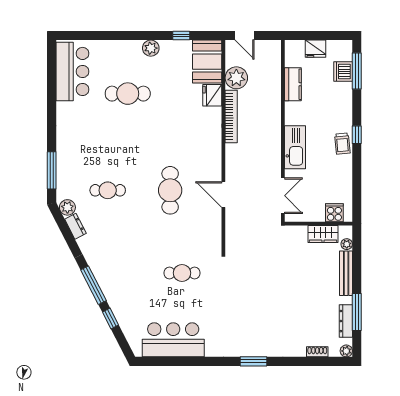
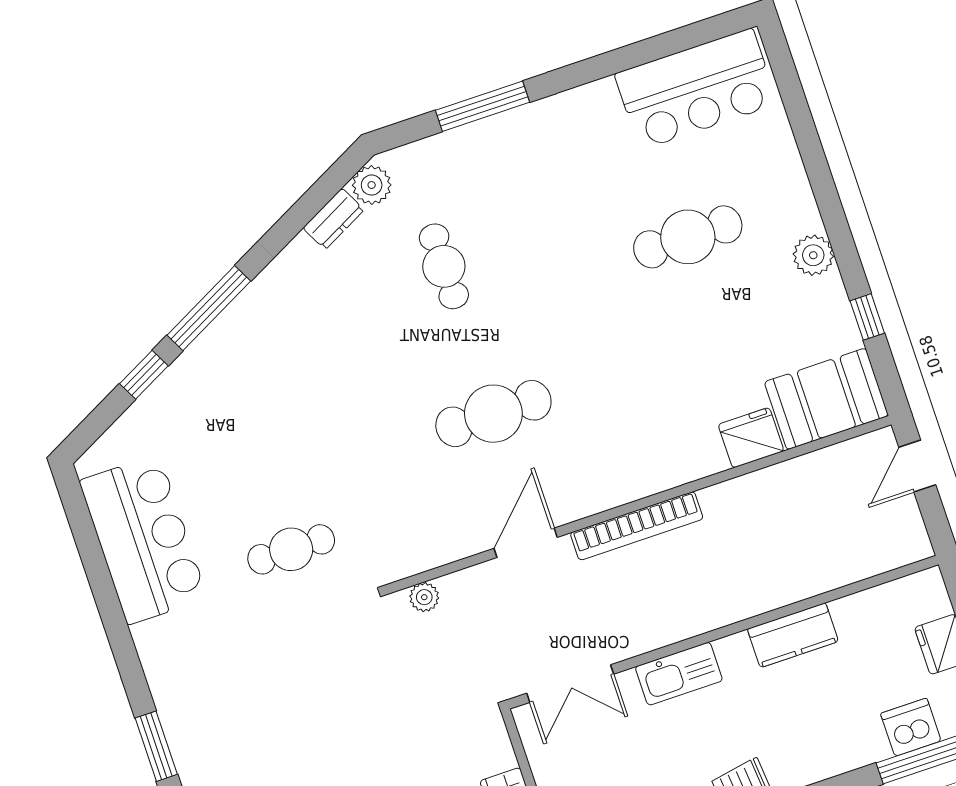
plant: (236, 78) -> (424, 597), moved, width x0.53, depth x0.53
kitchen counter: (293, 84) -> (793, 635), moved
cafe table: (128, 94) -> (688, 237), turned 90
bookcase: (231, 117) -> (637, 526), moved
kitchen sink: (295, 147) -> (679, 674), width x0.73, depth x0.81
window: (52, 170) -> (482, 106), moved
cafe table: (182, 273) -> (291, 549), moved, turned 90

